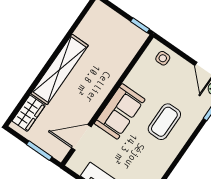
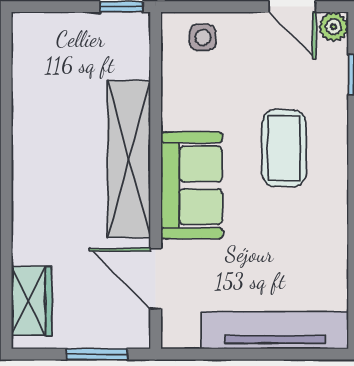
shelving: (60, 69) -> (129, 159), moved
door: (81, 137) -> (156, 279), hinge flipped

